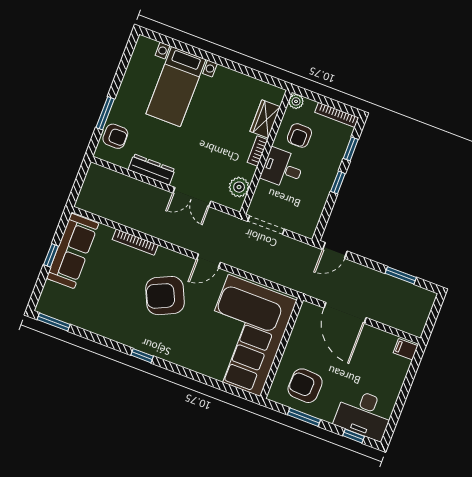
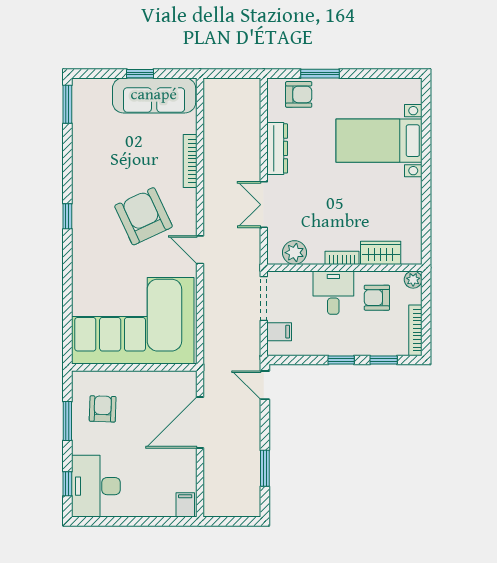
armchair: (115, 136) -> (299, 94), turned -90
filing cabinet: (297, 223) -> (279, 332), added
armchair: (305, 386) -> (103, 409), width x0.72, depth x0.72

